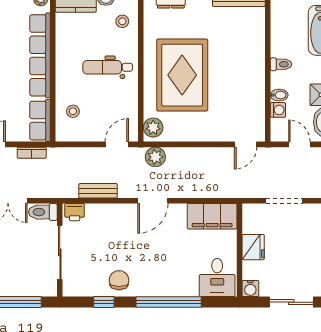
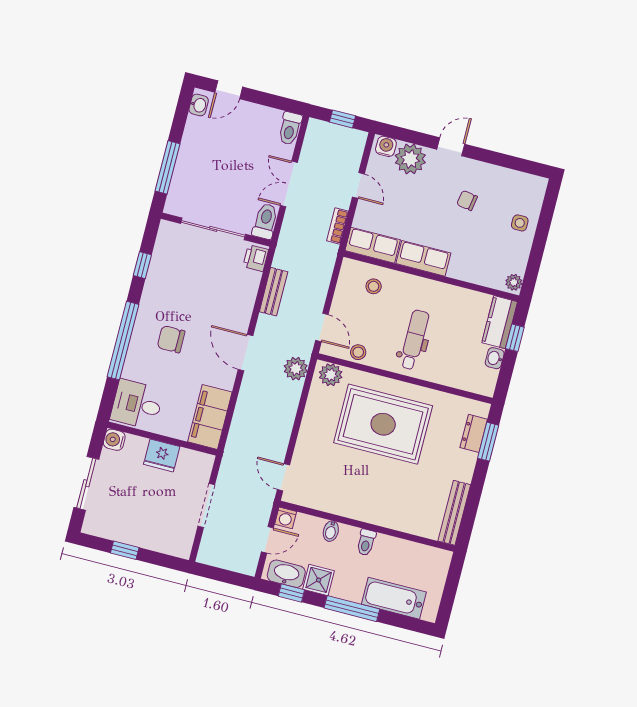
stool: (122, 21) -> (358, 352), moved
row of seats: (40, 55) -> (423, 258), width x0.50
washing machine: (278, 110) -> (286, 518), moved
chair: (119, 280) -> (171, 339), moved, turned 180

